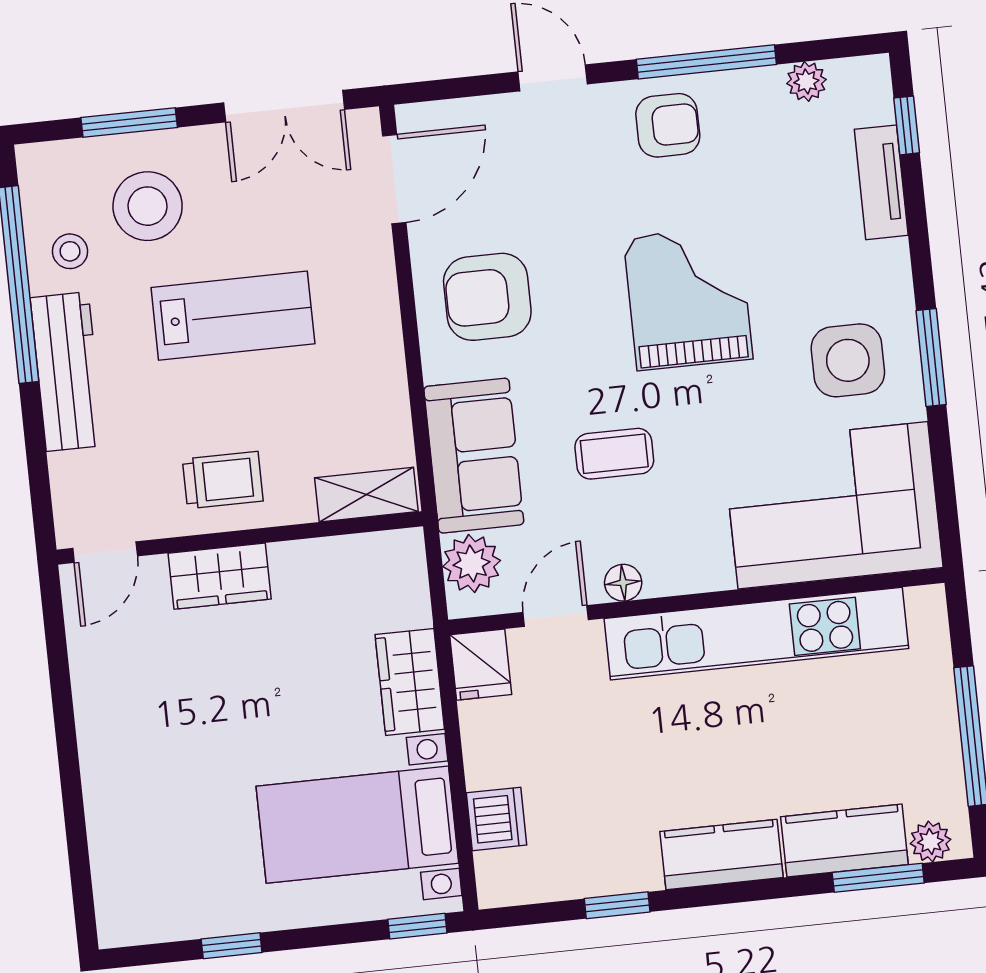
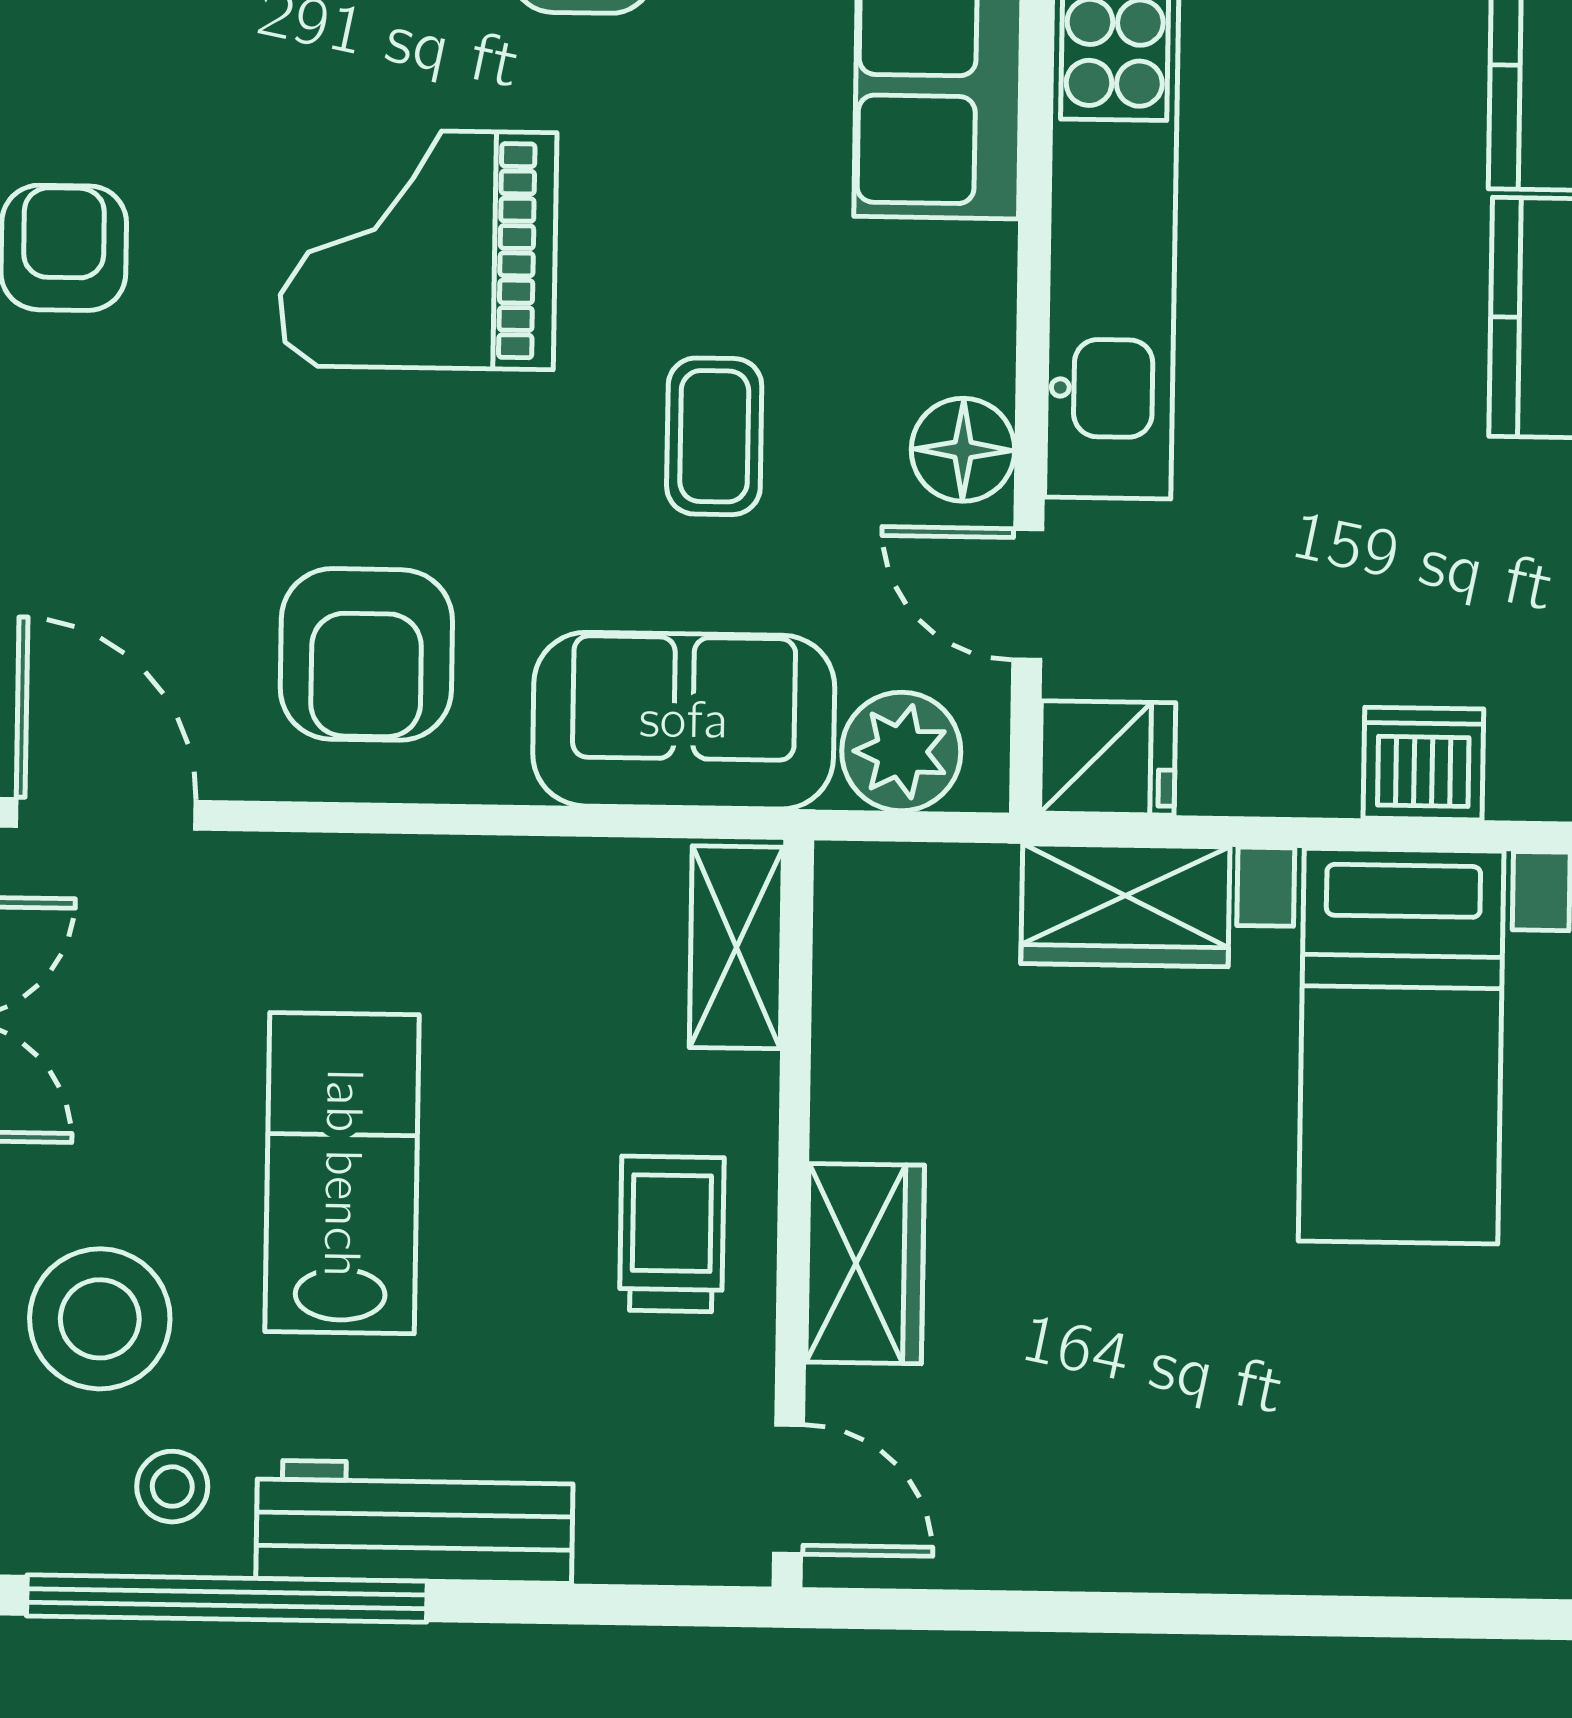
floor lamp: (623, 583) -> (963, 450), width x1.37, depth x1.37

